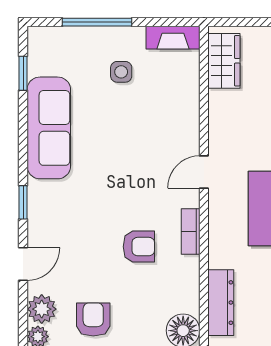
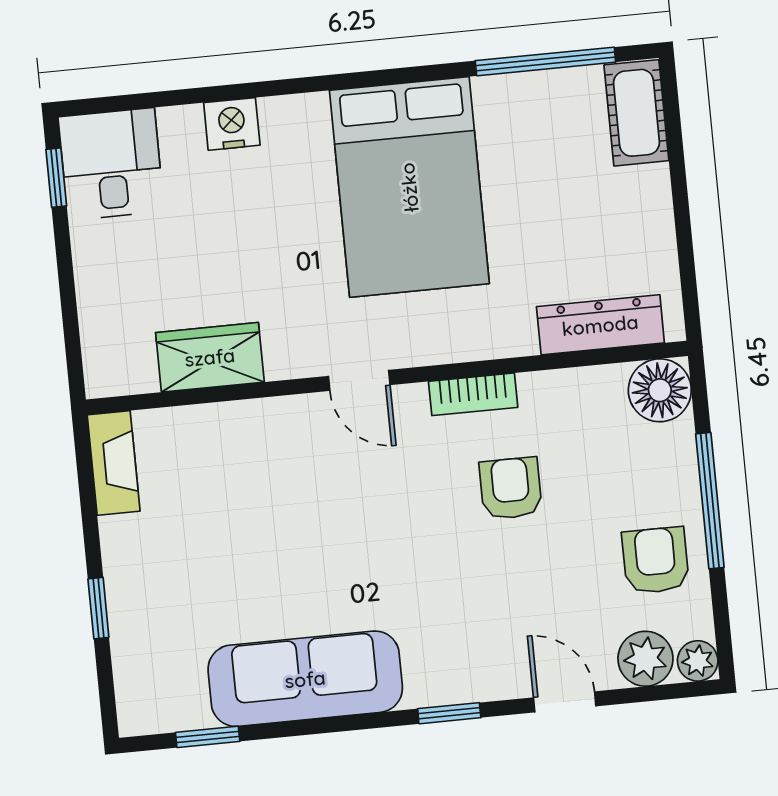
window: (97, 22) -> (98, 608), width x0.46
wardrobe: (224, 61) -> (210, 357), moved
side table: (121, 72) -> (187, 554), removed
armchair: (93, 319) -> (655, 560), turned 90

